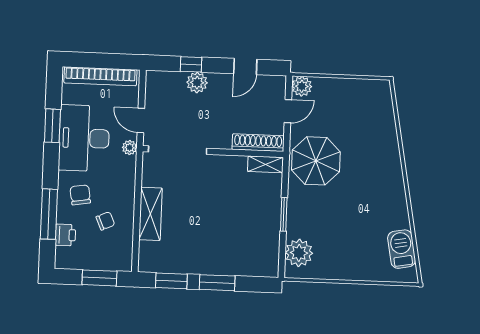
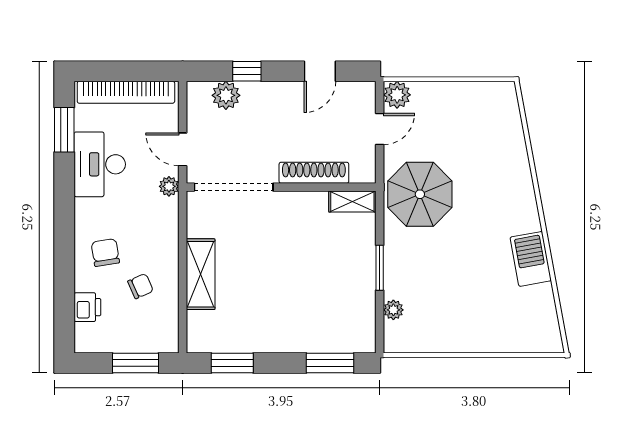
plant: (197, 83) -> (226, 95), moved
window: (52, 126) -> (64, 130), moved
desk: (84, 138) -> (100, 164), width x0.73, depth x0.77
shoe rack: (258, 143) -> (314, 173), moved
window: (49, 214) -> (64, 280), removed
barbecue: (402, 249) -> (531, 259), moved
plant: (299, 253) -> (393, 310), width x0.53, depth x0.53
window: (217, 283) -> (330, 363), moved

